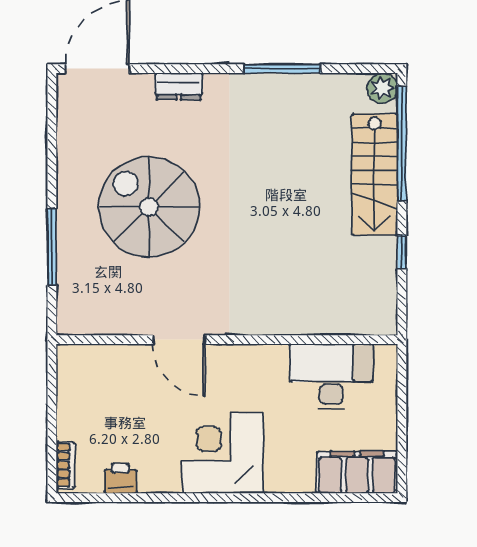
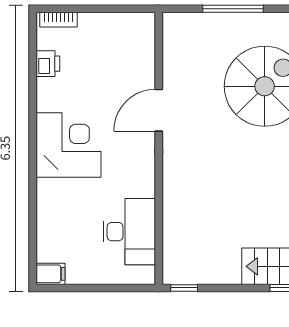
window: (402, 252) -> (184, 288), moved
filing cabinet: (357, 472) -> (50, 274), width x0.33, depth x0.86

